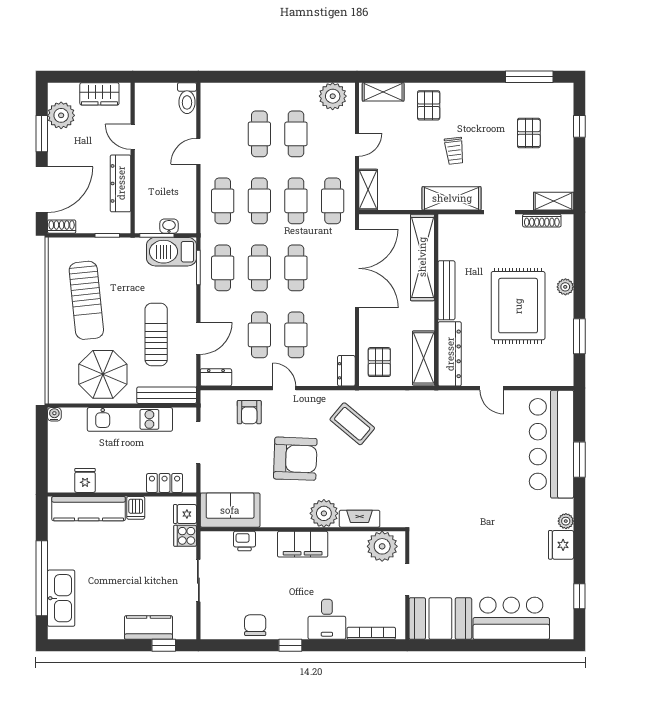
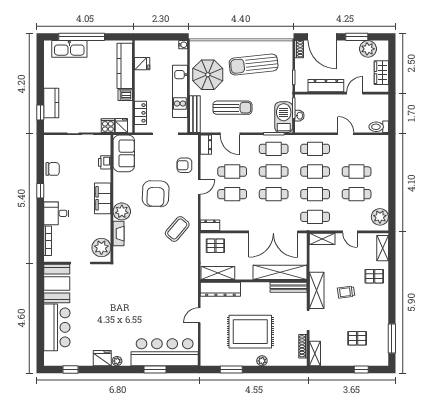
bench: (446, 290) -> (289, 287), moved

